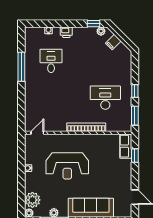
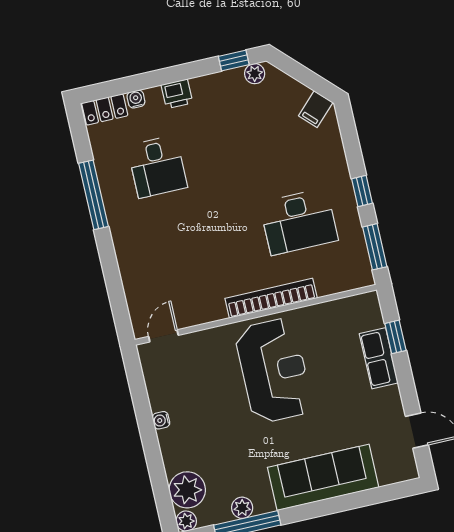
locker: (34, 32) -> (105, 109), added
filing cabinet: (113, 42) -> (316, 109), moved
desk: (51, 61) -> (157, 167), turned 180
desk: (105, 98) -> (299, 221), turned 180
row of seats: (126, 146) -> (379, 358), moved
reception desk: (67, 166) -> (274, 371), moved, turned -90

